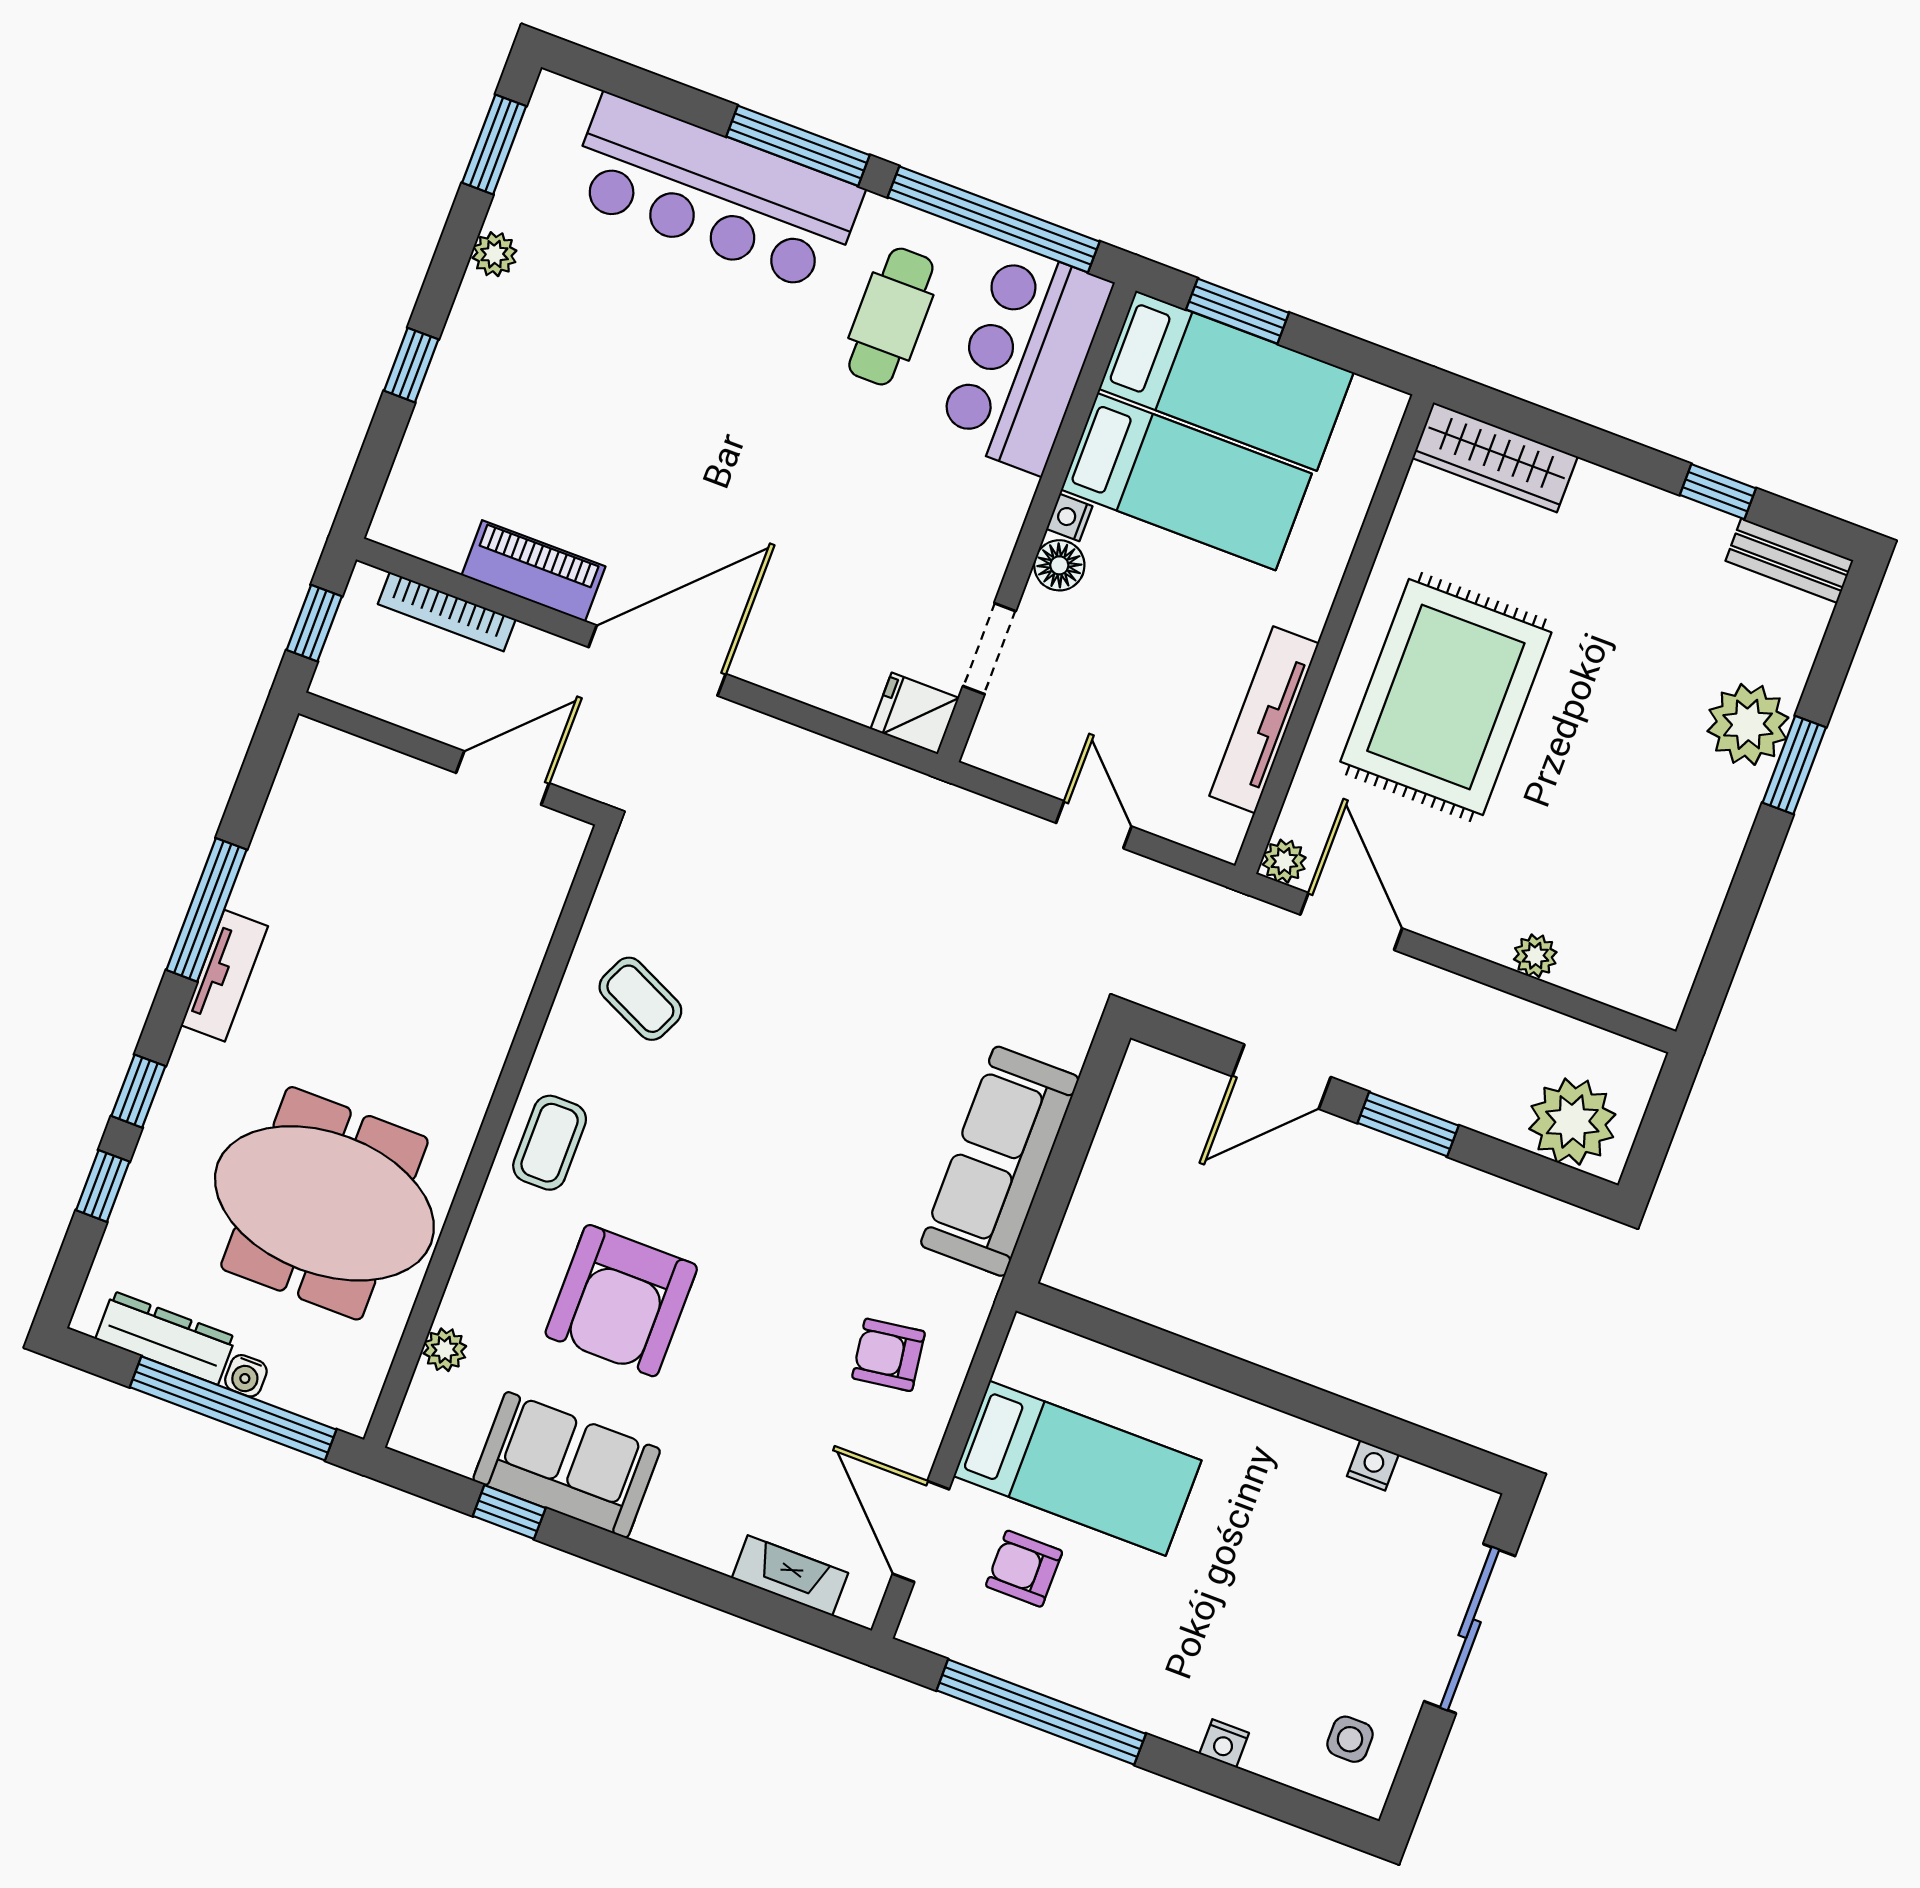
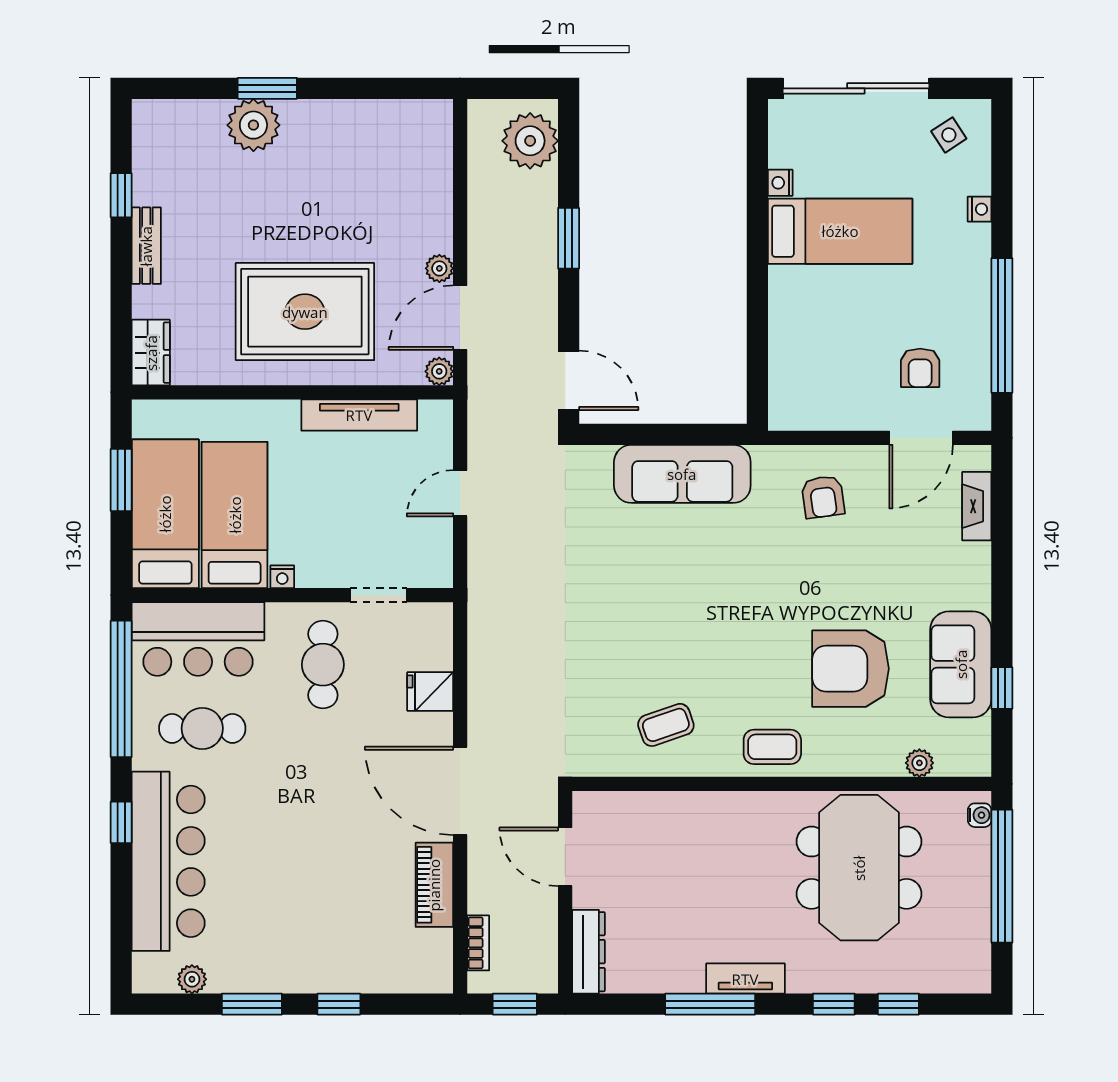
window: (494, 144) -> (252, 1004), moved
window: (798, 146) -> (121, 822), width x0.46
plant: (494, 254) -> (192, 979), moved
window: (1238, 311) -> (121, 480), moved
wardrobe: (1495, 457) -> (151, 353), width x0.67
cafe table: (918, 529) -> (323, 665), added
bench: (1789, 561) -> (146, 246), moved
floor lamp: (1059, 565) -> (313, 572), removed
bookcase: (447, 612) -> (478, 943), width x0.64
fridge: (915, 713) -> (430, 691), moved, turned 90
plant: (1535, 956) -> (439, 268), moved
coffee table: (640, 999) -> (666, 725), turned 46
door: (1282, 1077) -> (569, 380), moved
armchair: (621, 1301) -> (851, 669), turned 180
dresser: (166, 1338) -> (588, 952), moved, turned 180
water cooler: (246, 1376) -> (980, 815), moved
bed: (1077, 1468) -> (840, 231), moved, turned 90
sliding door: (1470, 1629) -> (856, 88), width x1.36
side table: (1350, 1739) -> (949, 135), turned -33

